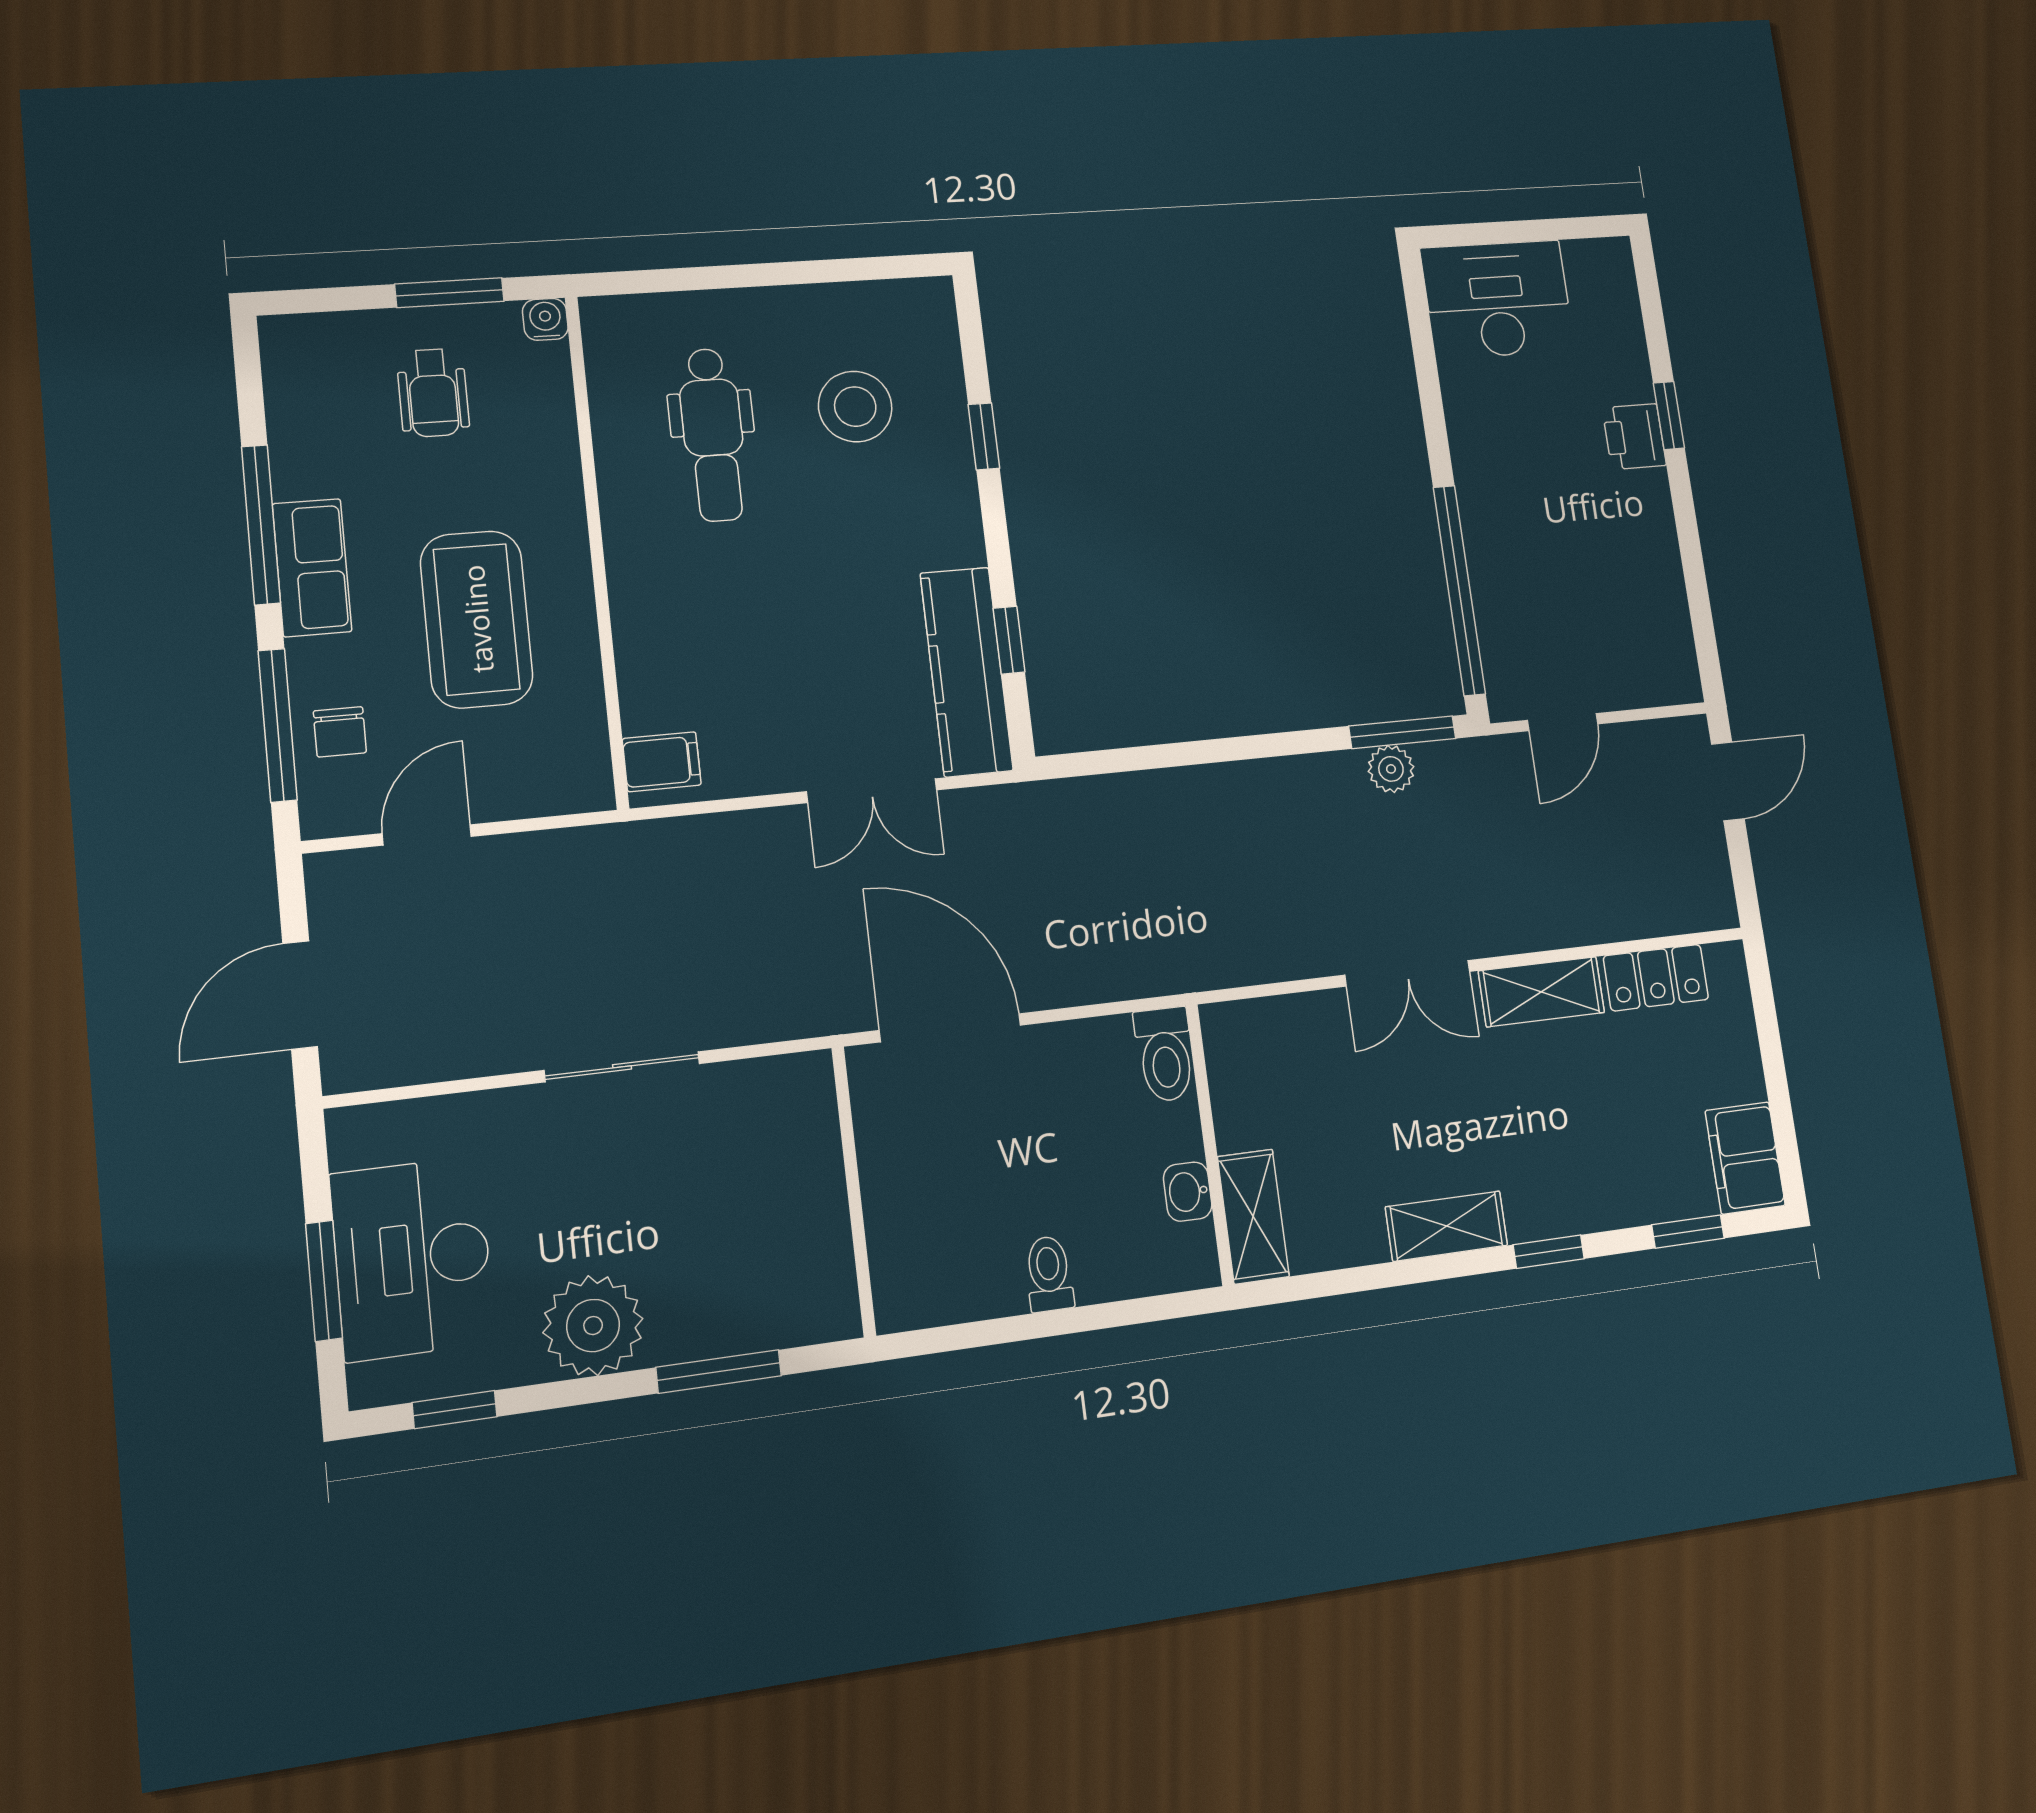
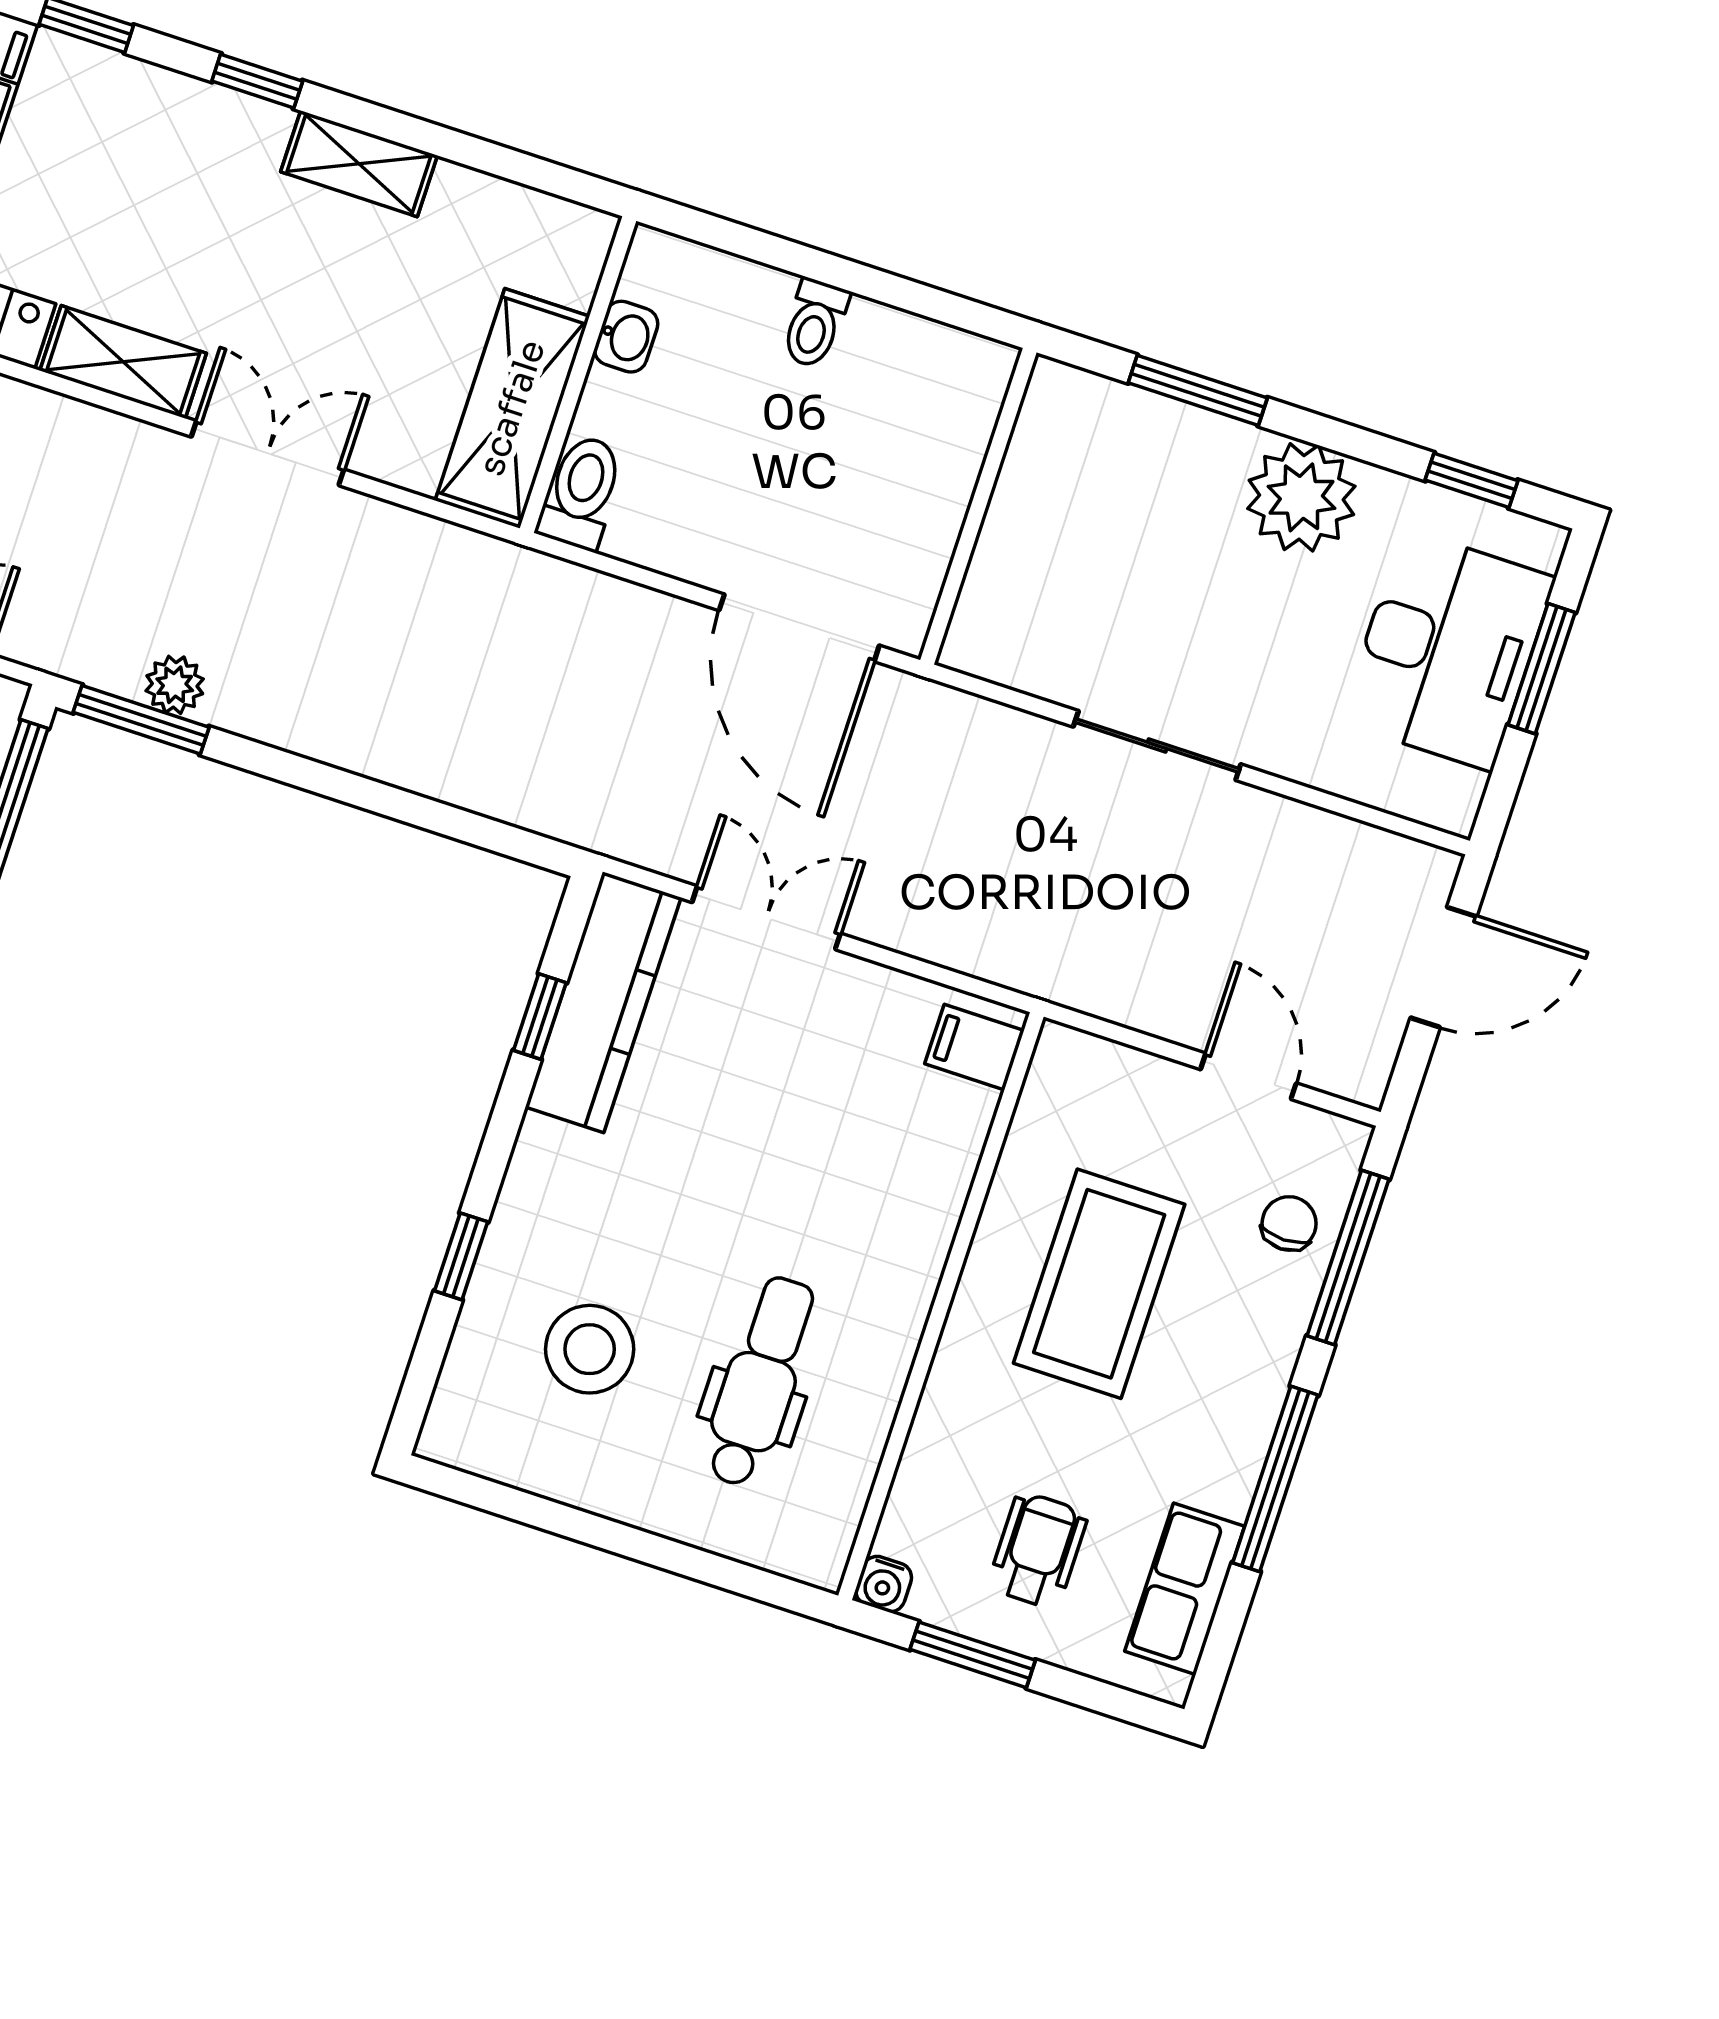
row of seats: (312, 568) -> (1185, 1589), moved
door: (427, 835) -> (1248, 1076), swing flipped
shelving: (1253, 1216) -> (512, 408), moved, width x1.50, depth x1.33

